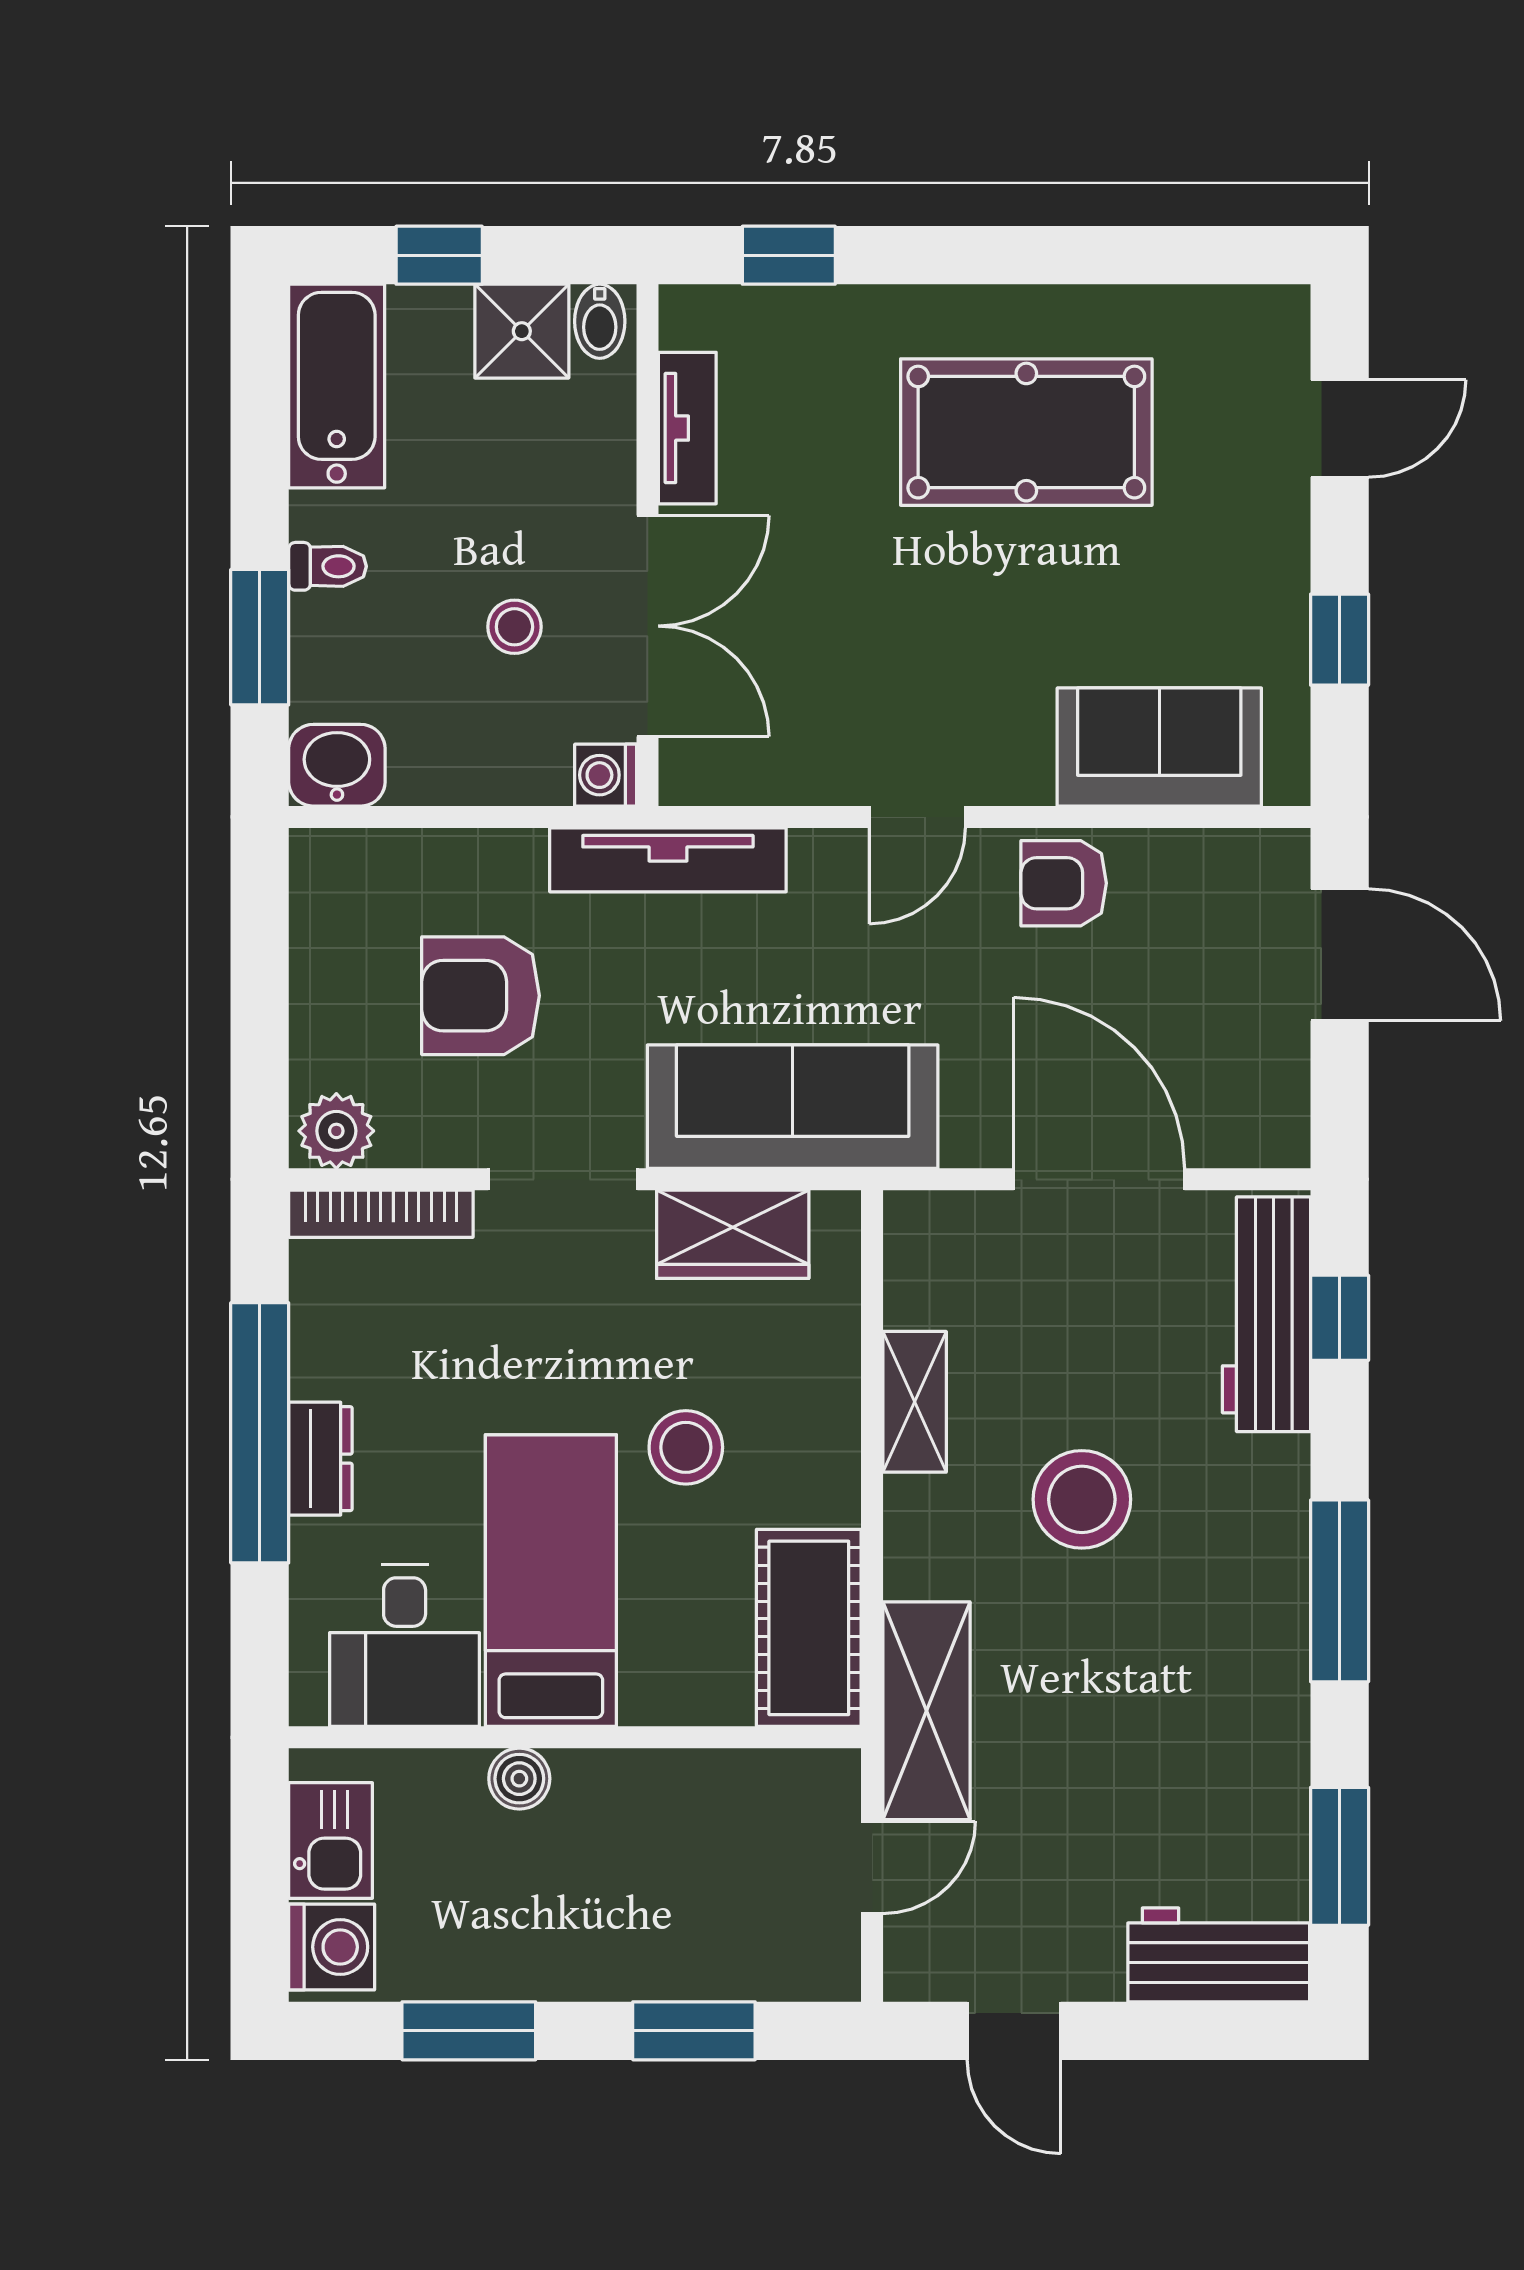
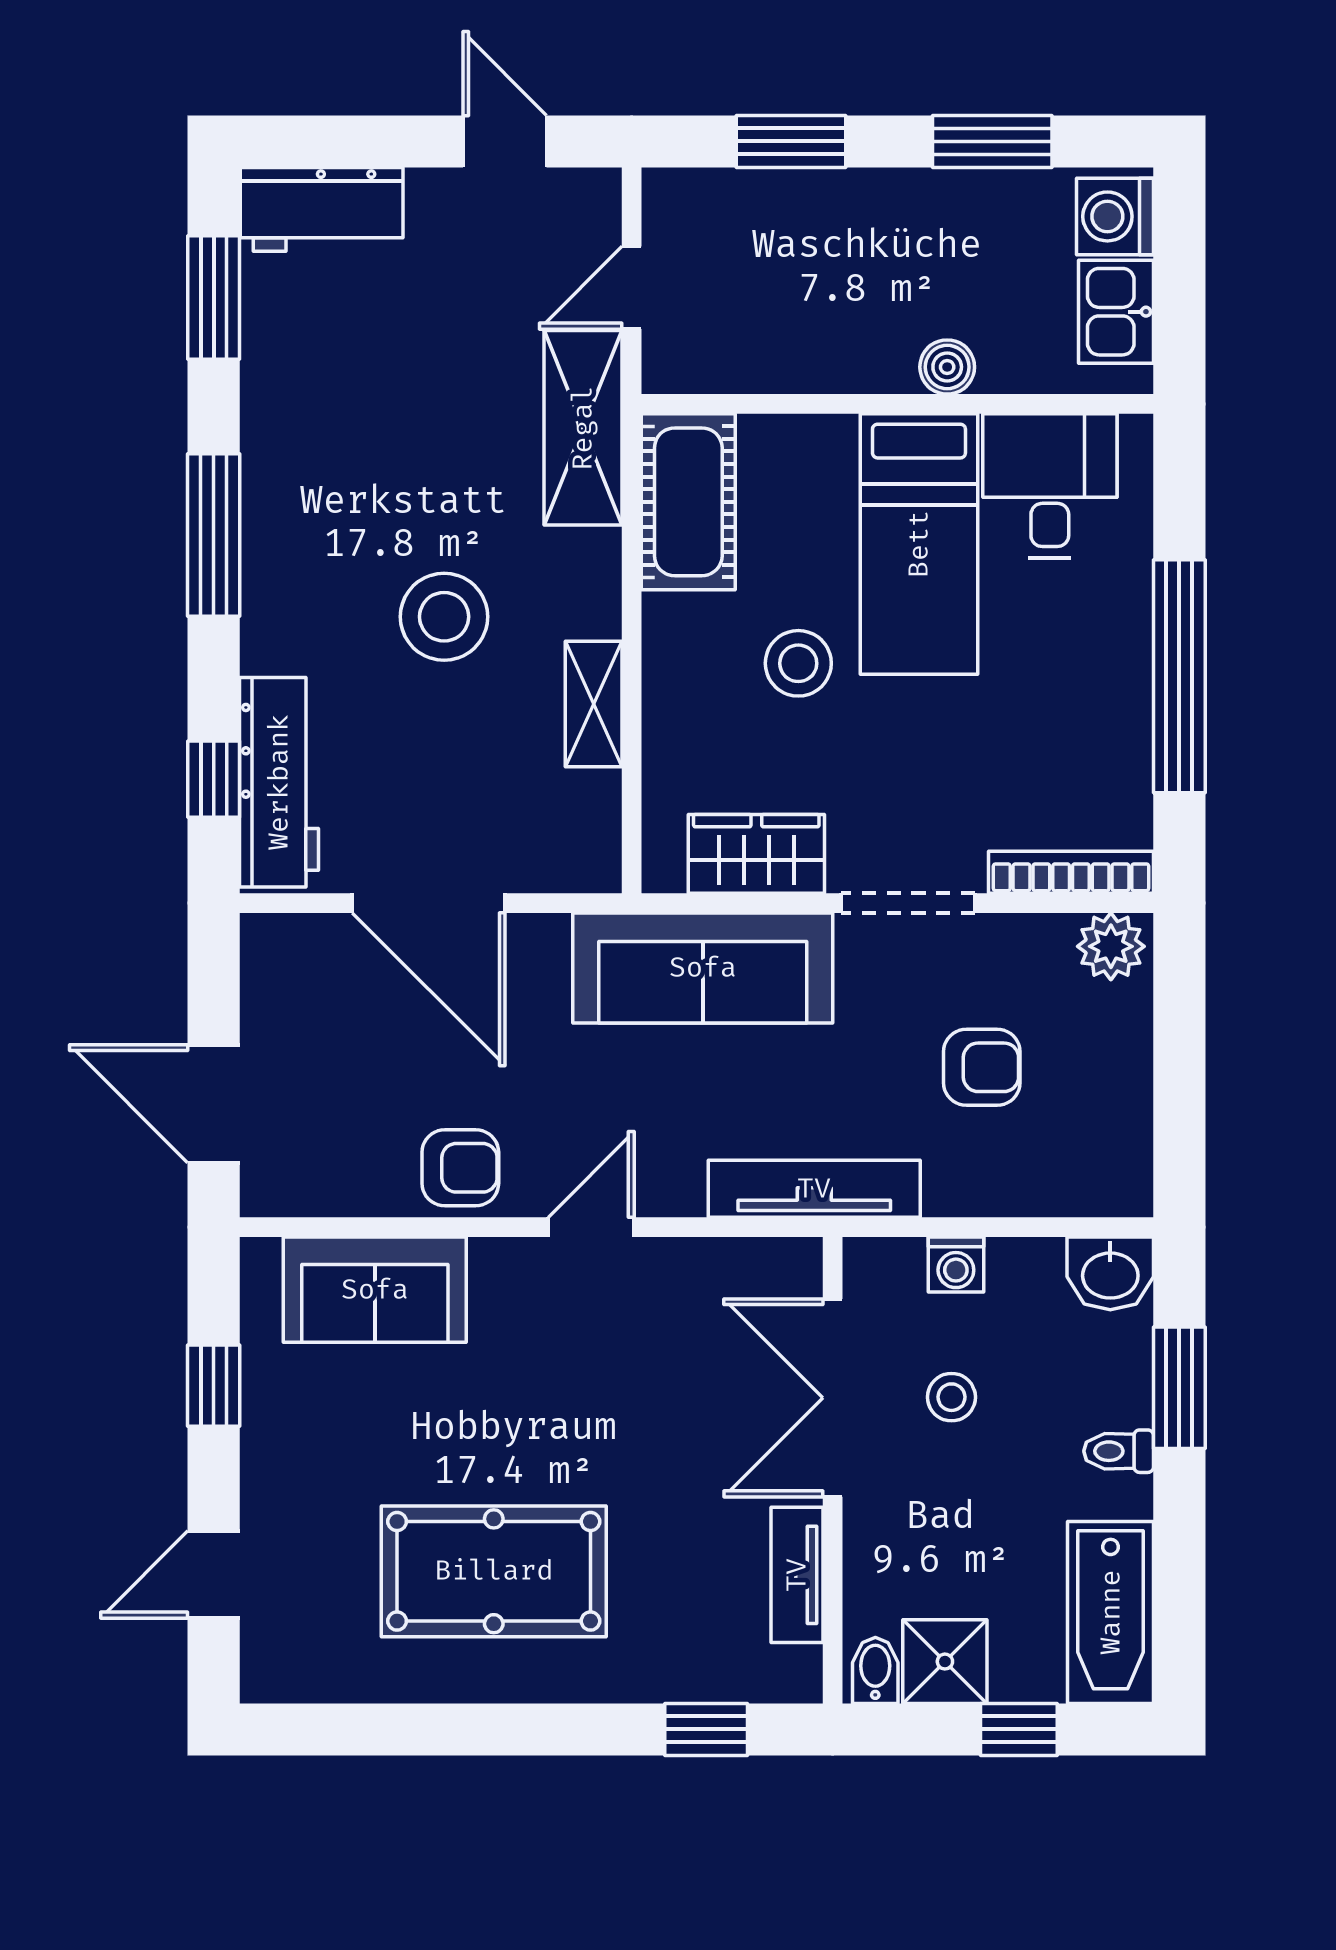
washing machine: (606, 775) -> (956, 1265), moved, turned 90
armchair: (481, 996) -> (982, 1067), width x0.72, depth x0.72
dresser: (320, 1459) -> (1125, 653), removed

